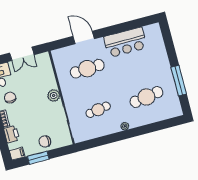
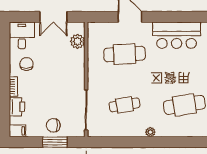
plant: (54, 95) -> (77, 41), moved
window: (38, 158) -> (55, 142), moved

